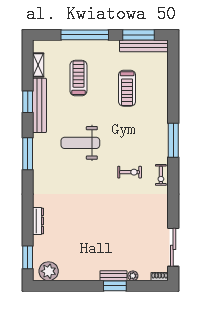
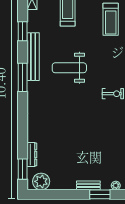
bench: (39, 105) -> (33, 57), moved
dresser: (38, 221) -> (32, 154), moved
bench: (113, 276) -> (88, 185), moved

